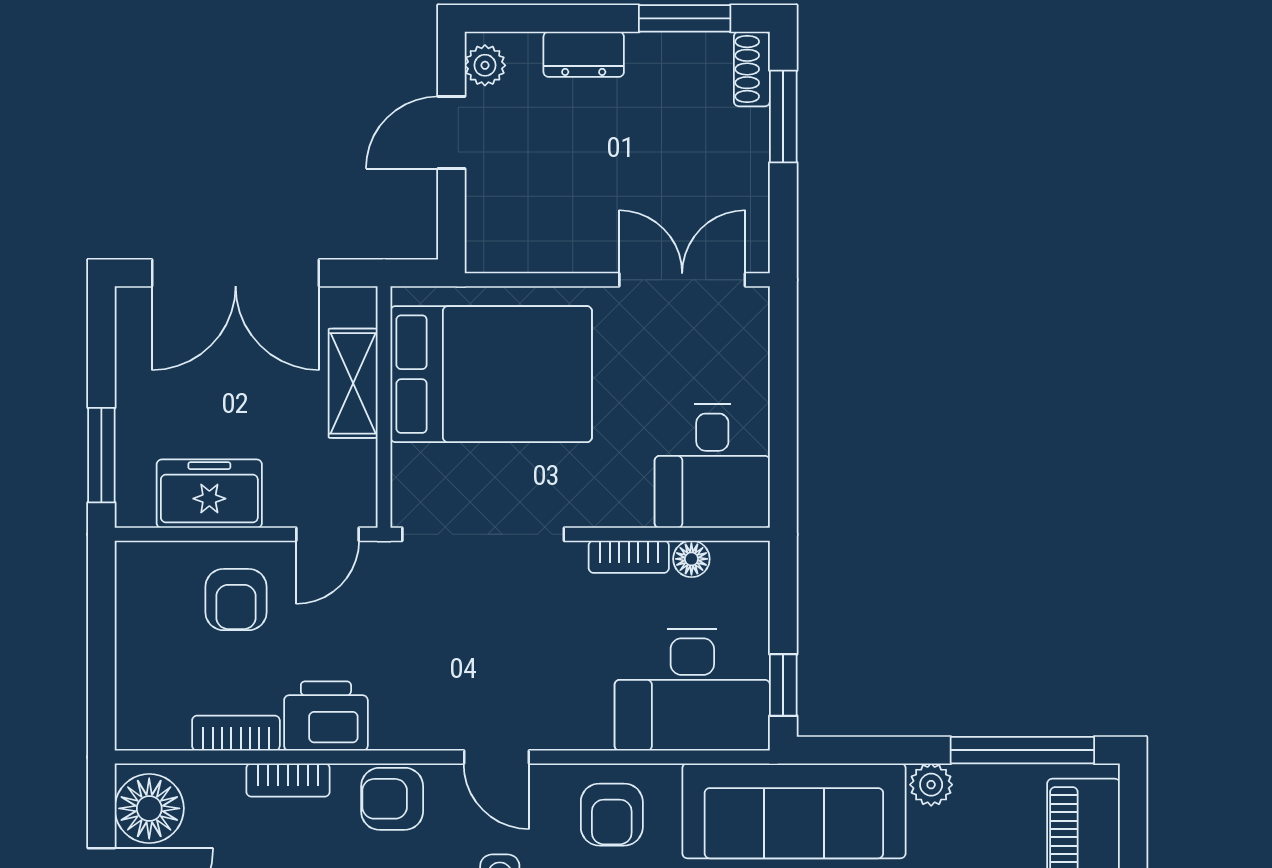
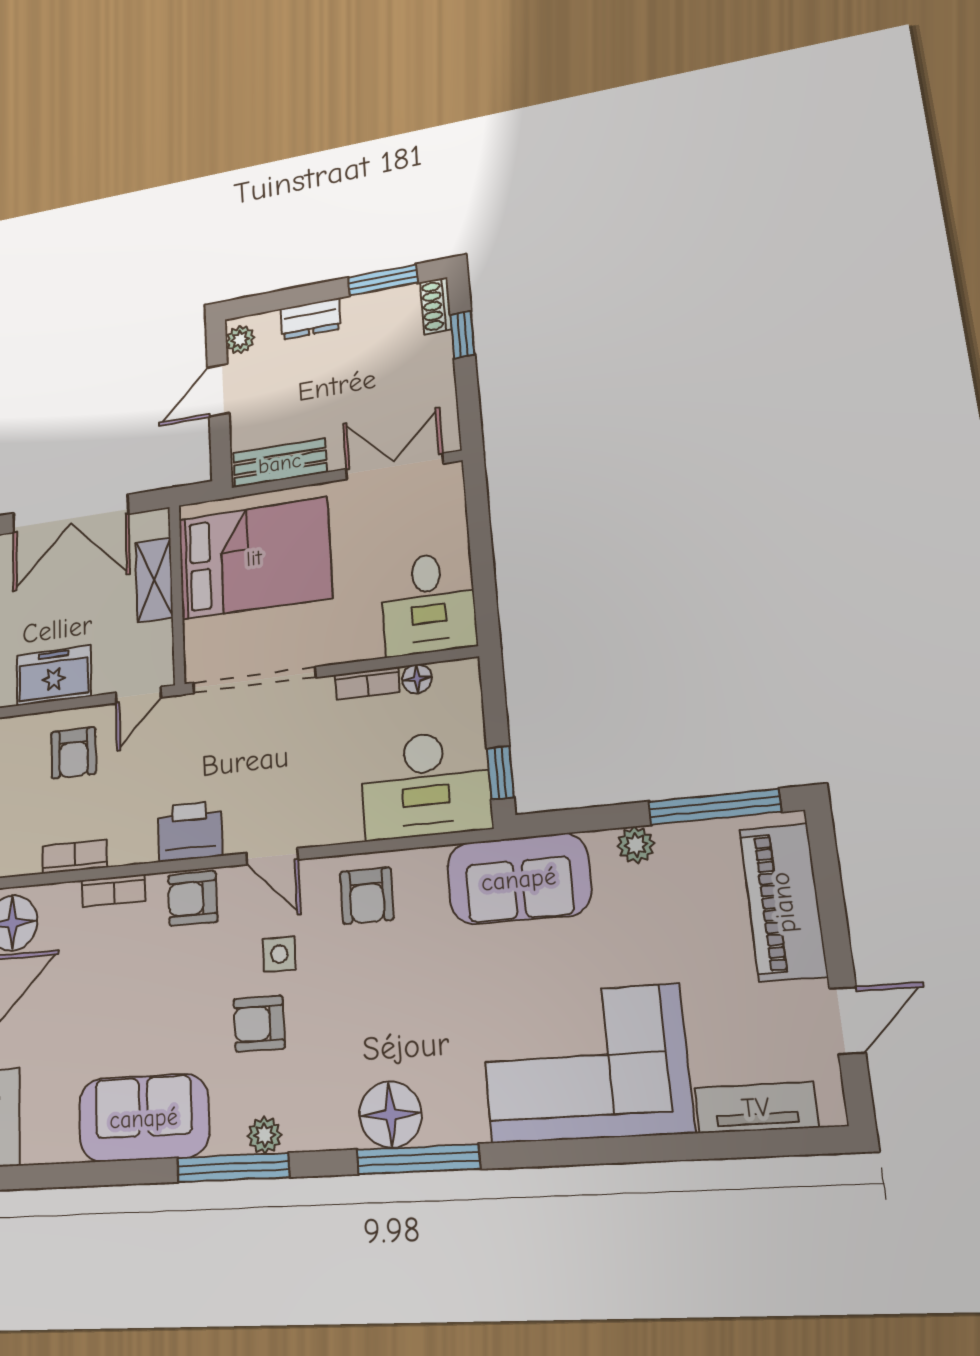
window: (783, 117) -> (463, 335), width x0.67
bench: (531, 250) -> (280, 463), added
printer: (326, 716) -> (190, 831), moved
sofa: (794, 811) -> (519, 879), width x0.73

